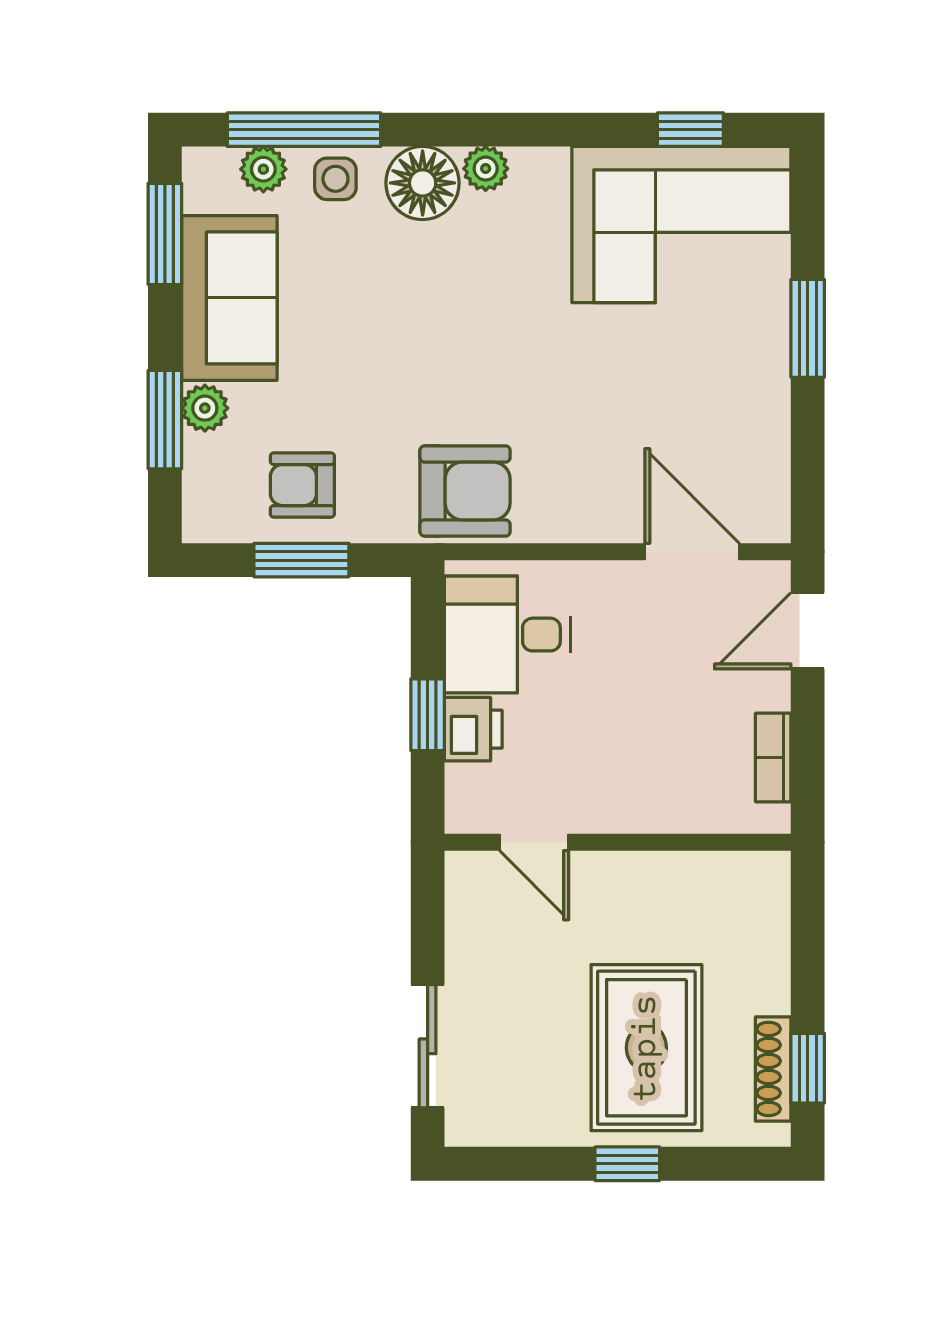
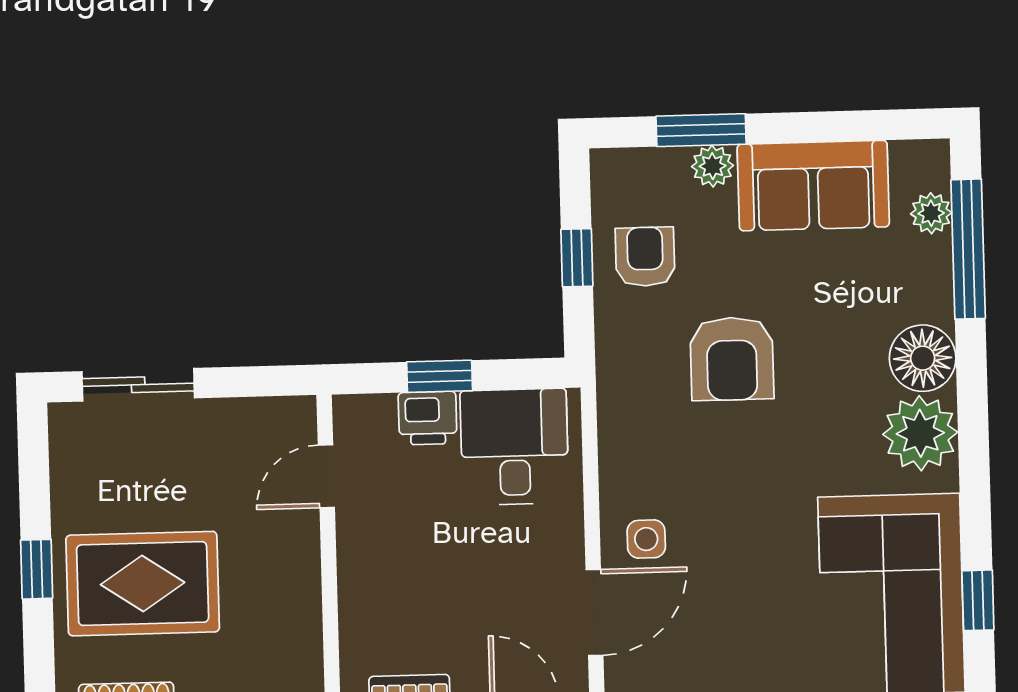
plant: (486, 169) -> (920, 433), width x1.88, depth x1.88
side table: (335, 179) -> (646, 539), moved
window: (165, 234) -> (870, 125), removed
armchair: (465, 491) -> (732, 359), moved
window: (301, 560) -> (577, 258), width x0.67

